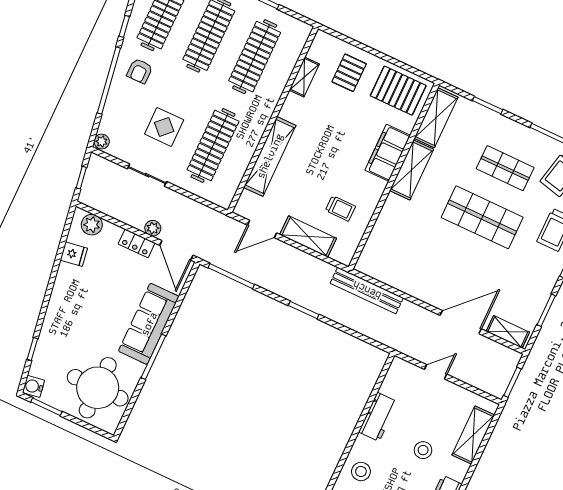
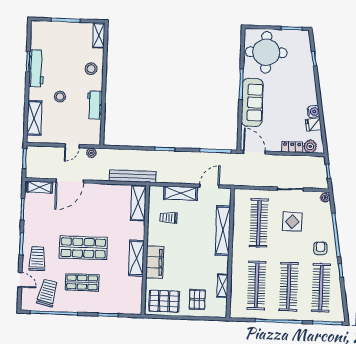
shelving: (436, 118) -> (138, 203), moved
plant: (153, 228) -> (91, 153), moved
locker: (137, 243) -> (292, 147), moved
water cooler: (33, 386) -> (313, 112), moved

